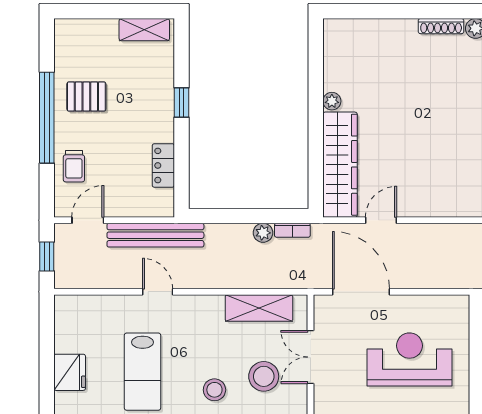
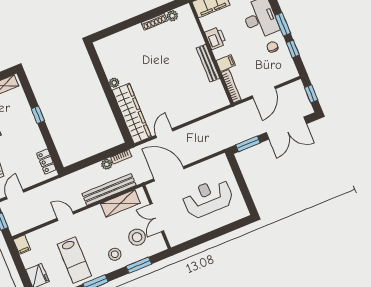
locker: (163, 165) -> (46, 162), moved
bench: (155, 235) -> (109, 189), moved
filing cabinet: (65, 309) -> (22, 245), added

